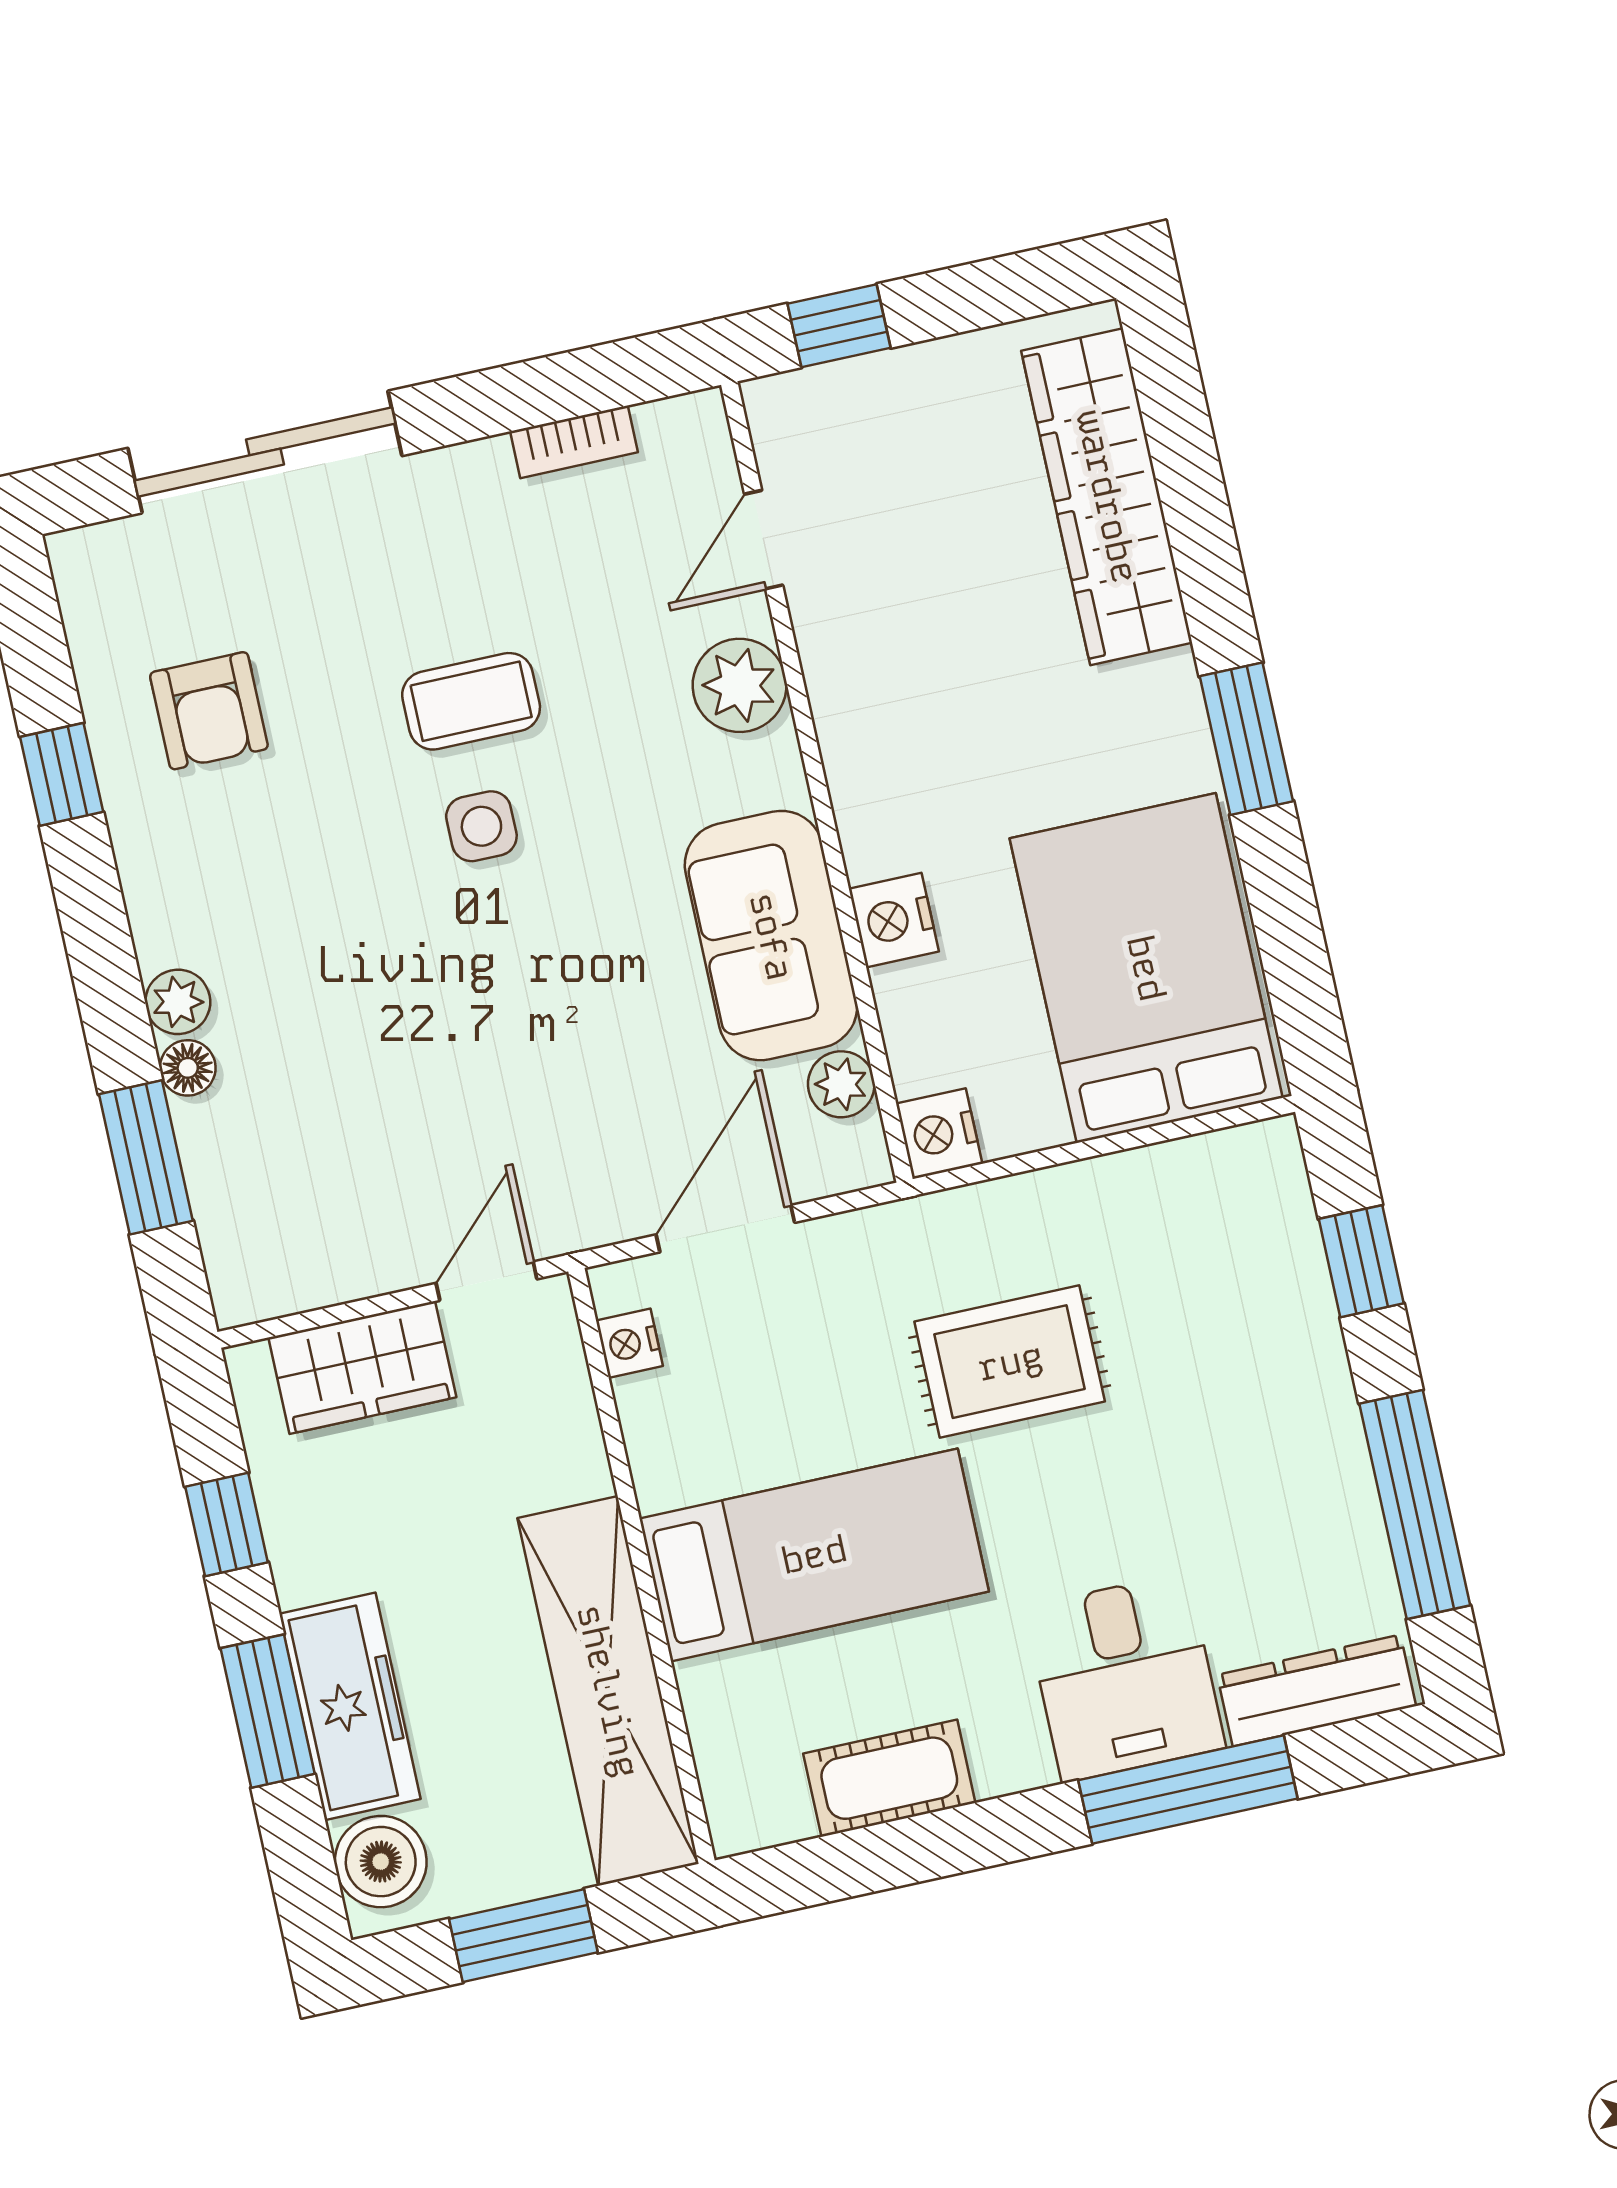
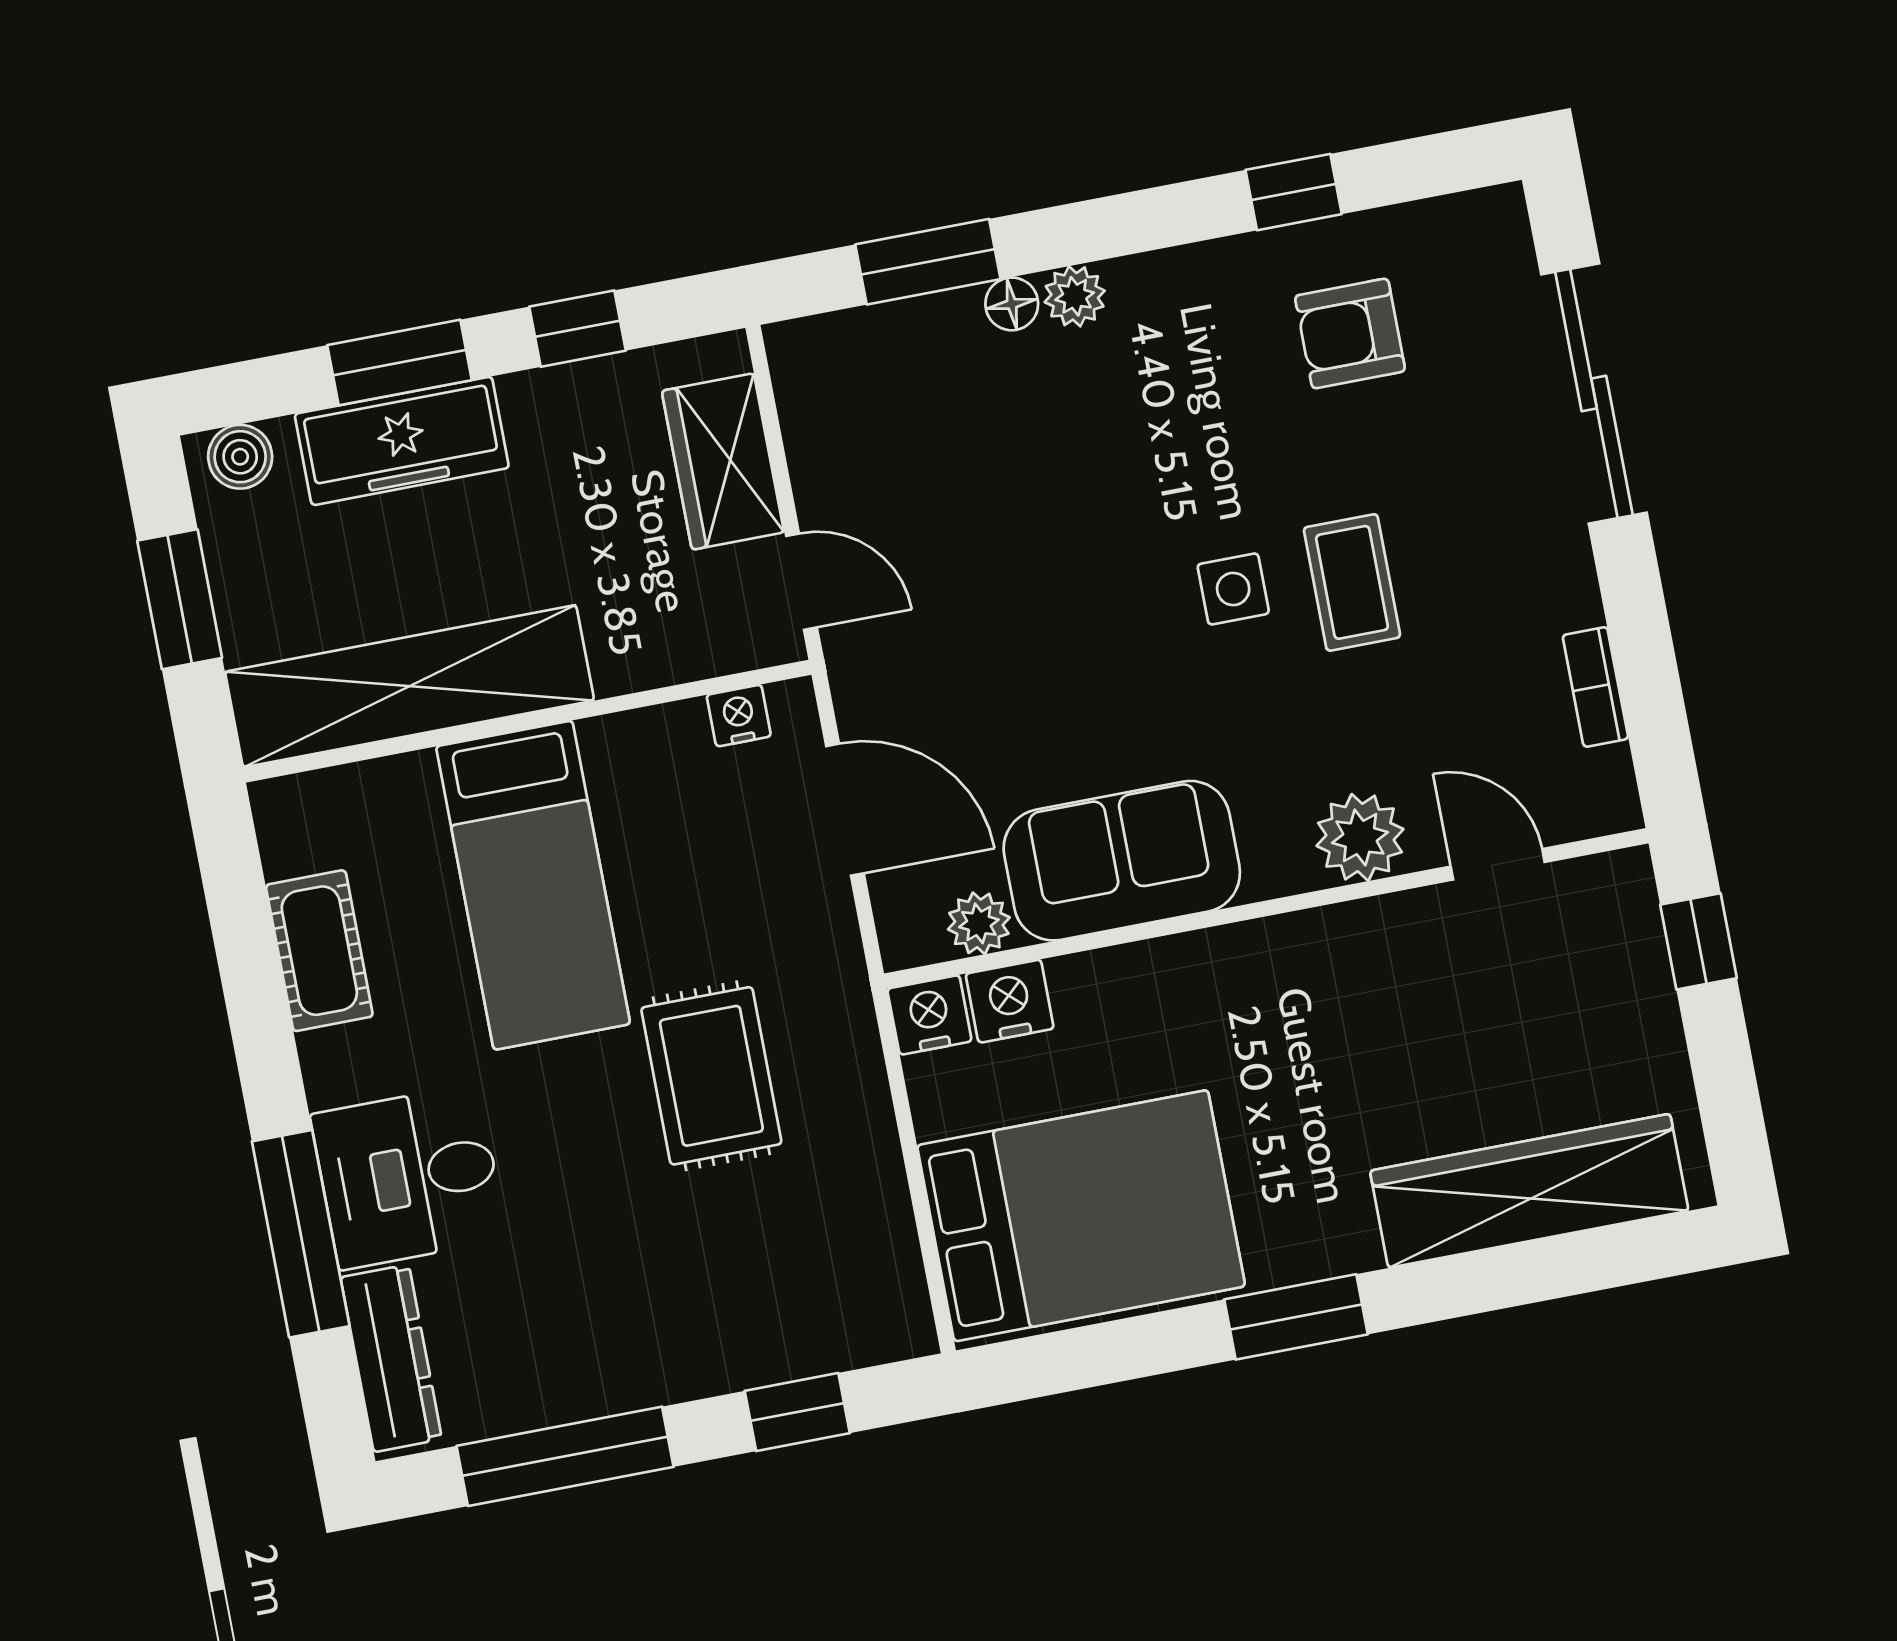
nightstand: (894, 920) -> (1010, 1001), moved
boiler: (381, 1862) -> (240, 457), width x0.73, depth x0.73

